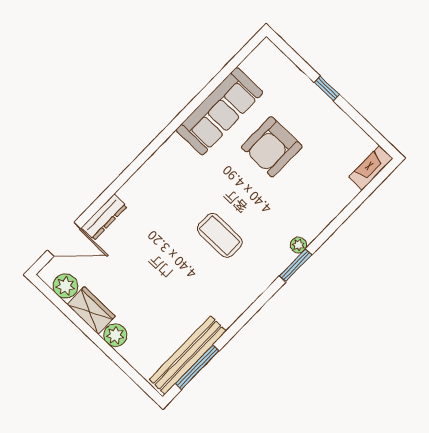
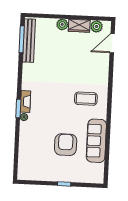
fireplace: (371, 168) -> (25, 101), moved
dresser: (104, 217) -> (105, 64), removed
coffee table: (220, 235) -> (86, 99), moved

